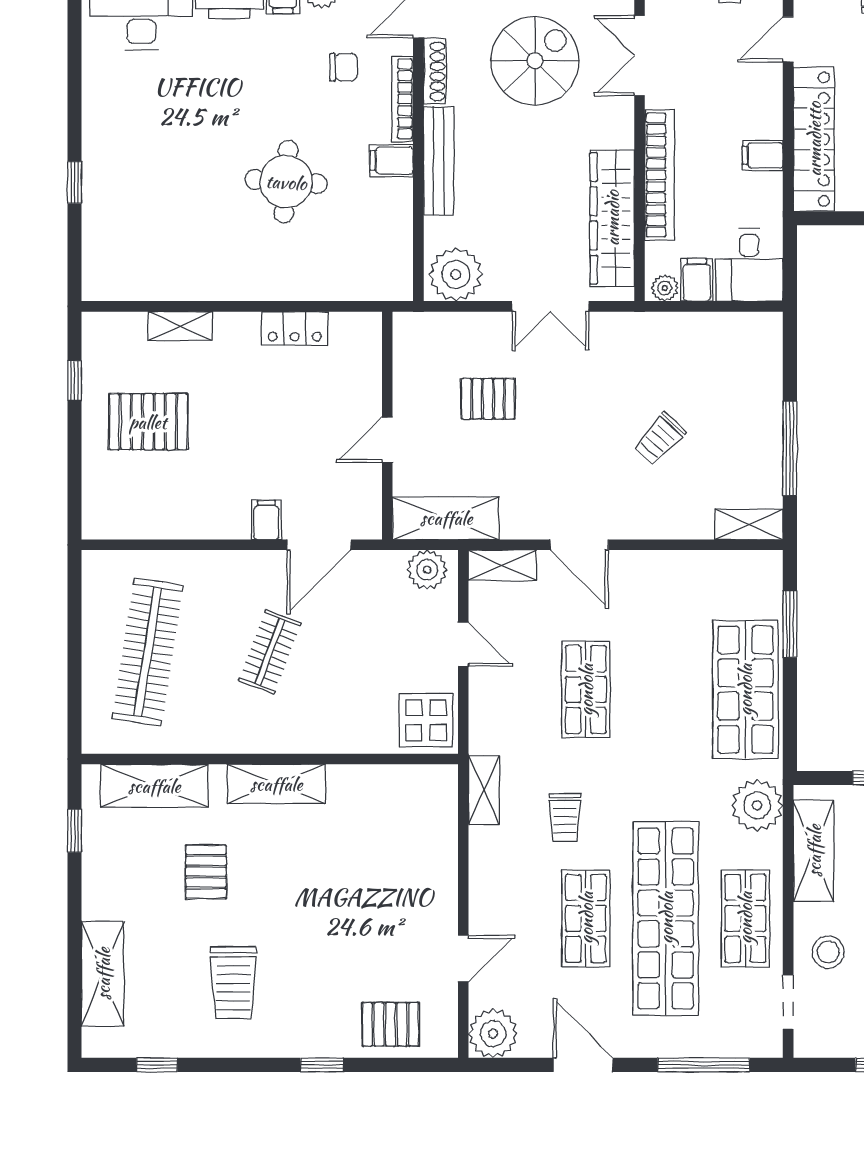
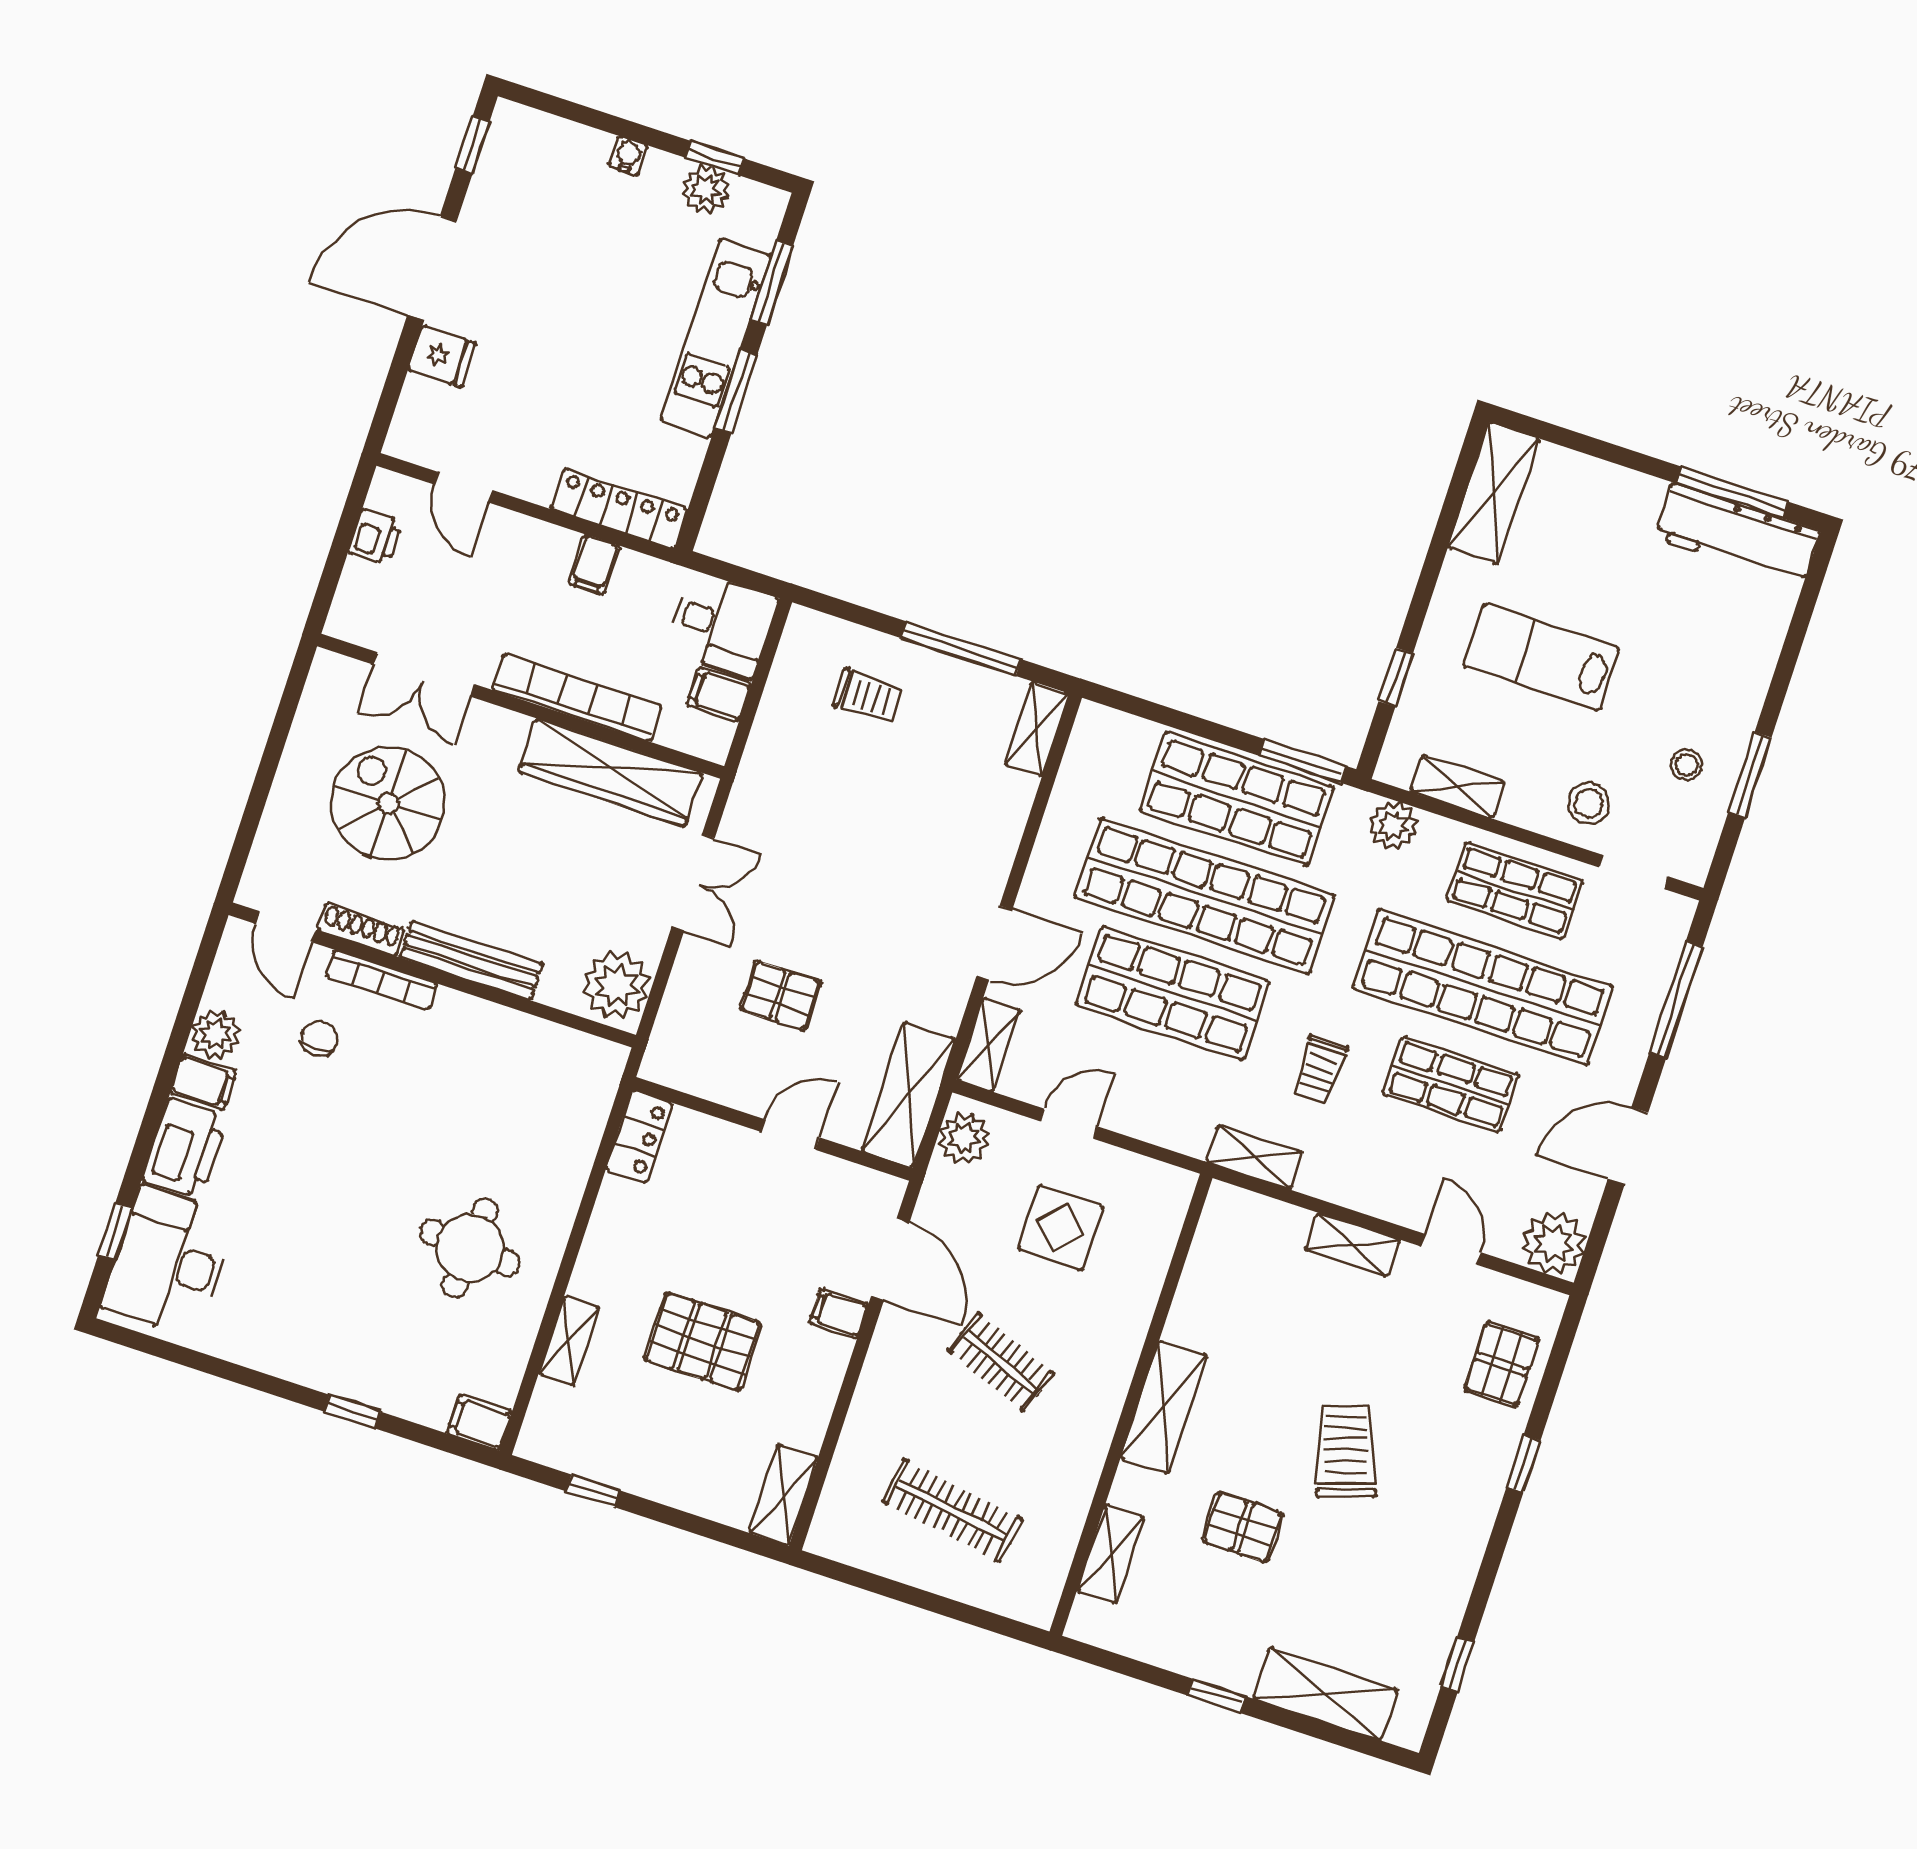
locker: (814, 139) -> (619, 509), width x0.71, depth x0.83
filing cabinet: (392, 160) -> (479, 1422), moved, turned 90
round table: (286, 182) -> (470, 1248), moved
plant: (665, 288) -> (716, 737), removed
locker: (295, 328) -> (639, 1136), moved
pallet: (488, 399) -> (780, 996), turned 90
pallet: (148, 422) -> (702, 1341), moved, turned 90
trolley: (660, 439) -> (867, 696), moved, turned -43
door: (387, 440) -> (790, 1134), swing flipped
shelving: (118, 523) -> (784, 1495), added
window: (790, 624) -> (1302, 761), moved
clothes rail: (148, 652) -> (952, 1510), width x0.73, depth x0.76
shop shelf: (586, 690) -> (1173, 993), width x1.43, depth x1.36
shop shelf: (666, 690) -> (1205, 896), added
display table: (426, 720) -> (1061, 1228), moved
shelving: (154, 786) -> (1111, 1554), width x0.67, depth x0.75
plant: (757, 805) -> (1393, 825), width x0.73, depth x0.73
trolley: (565, 817) -> (1320, 1069), turned 90
window: (75, 831) -> (1216, 1696), moved
shelving: (814, 851) -> (1458, 787), width x0.67, depth x0.75
shelving: (443, 885) -> (1353, 1245), added
trolley: (233, 983) -> (1346, 1451), moved, turned -108

